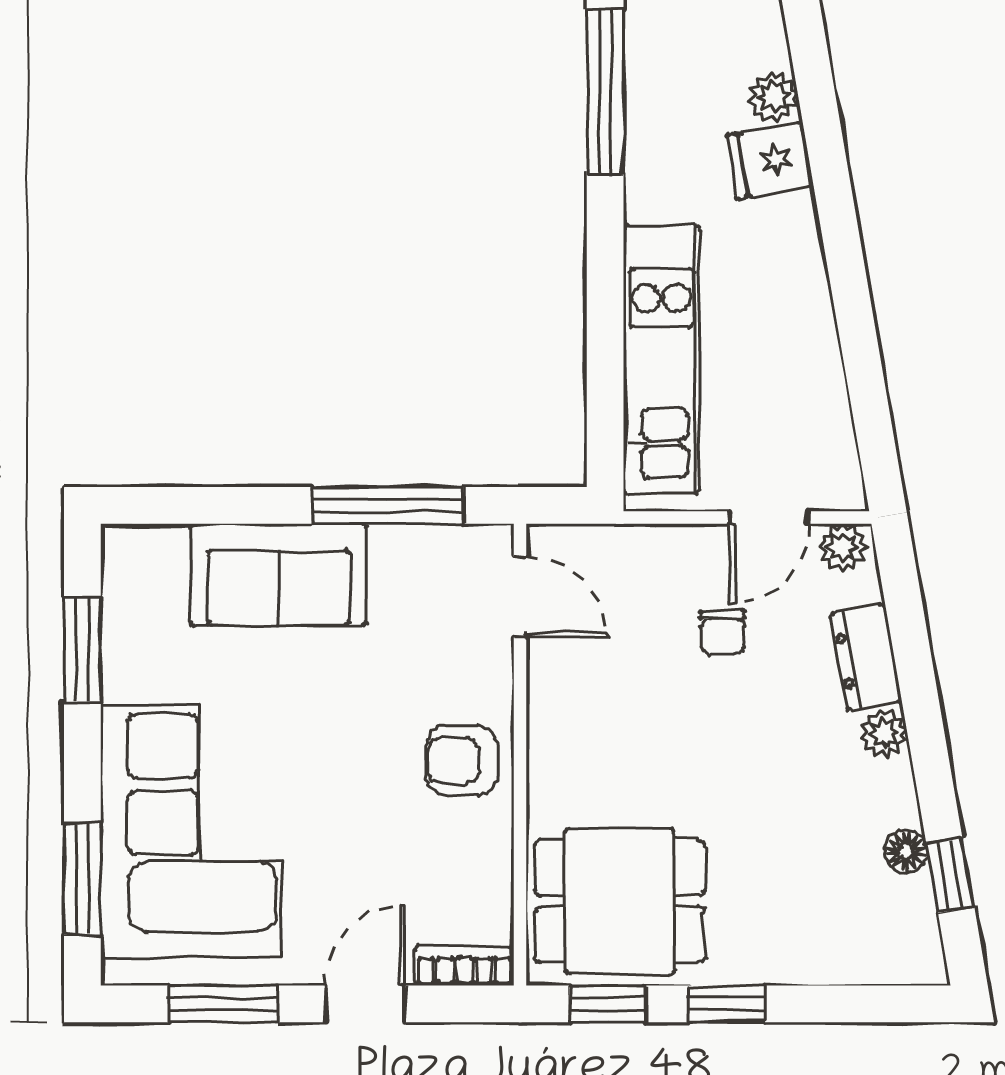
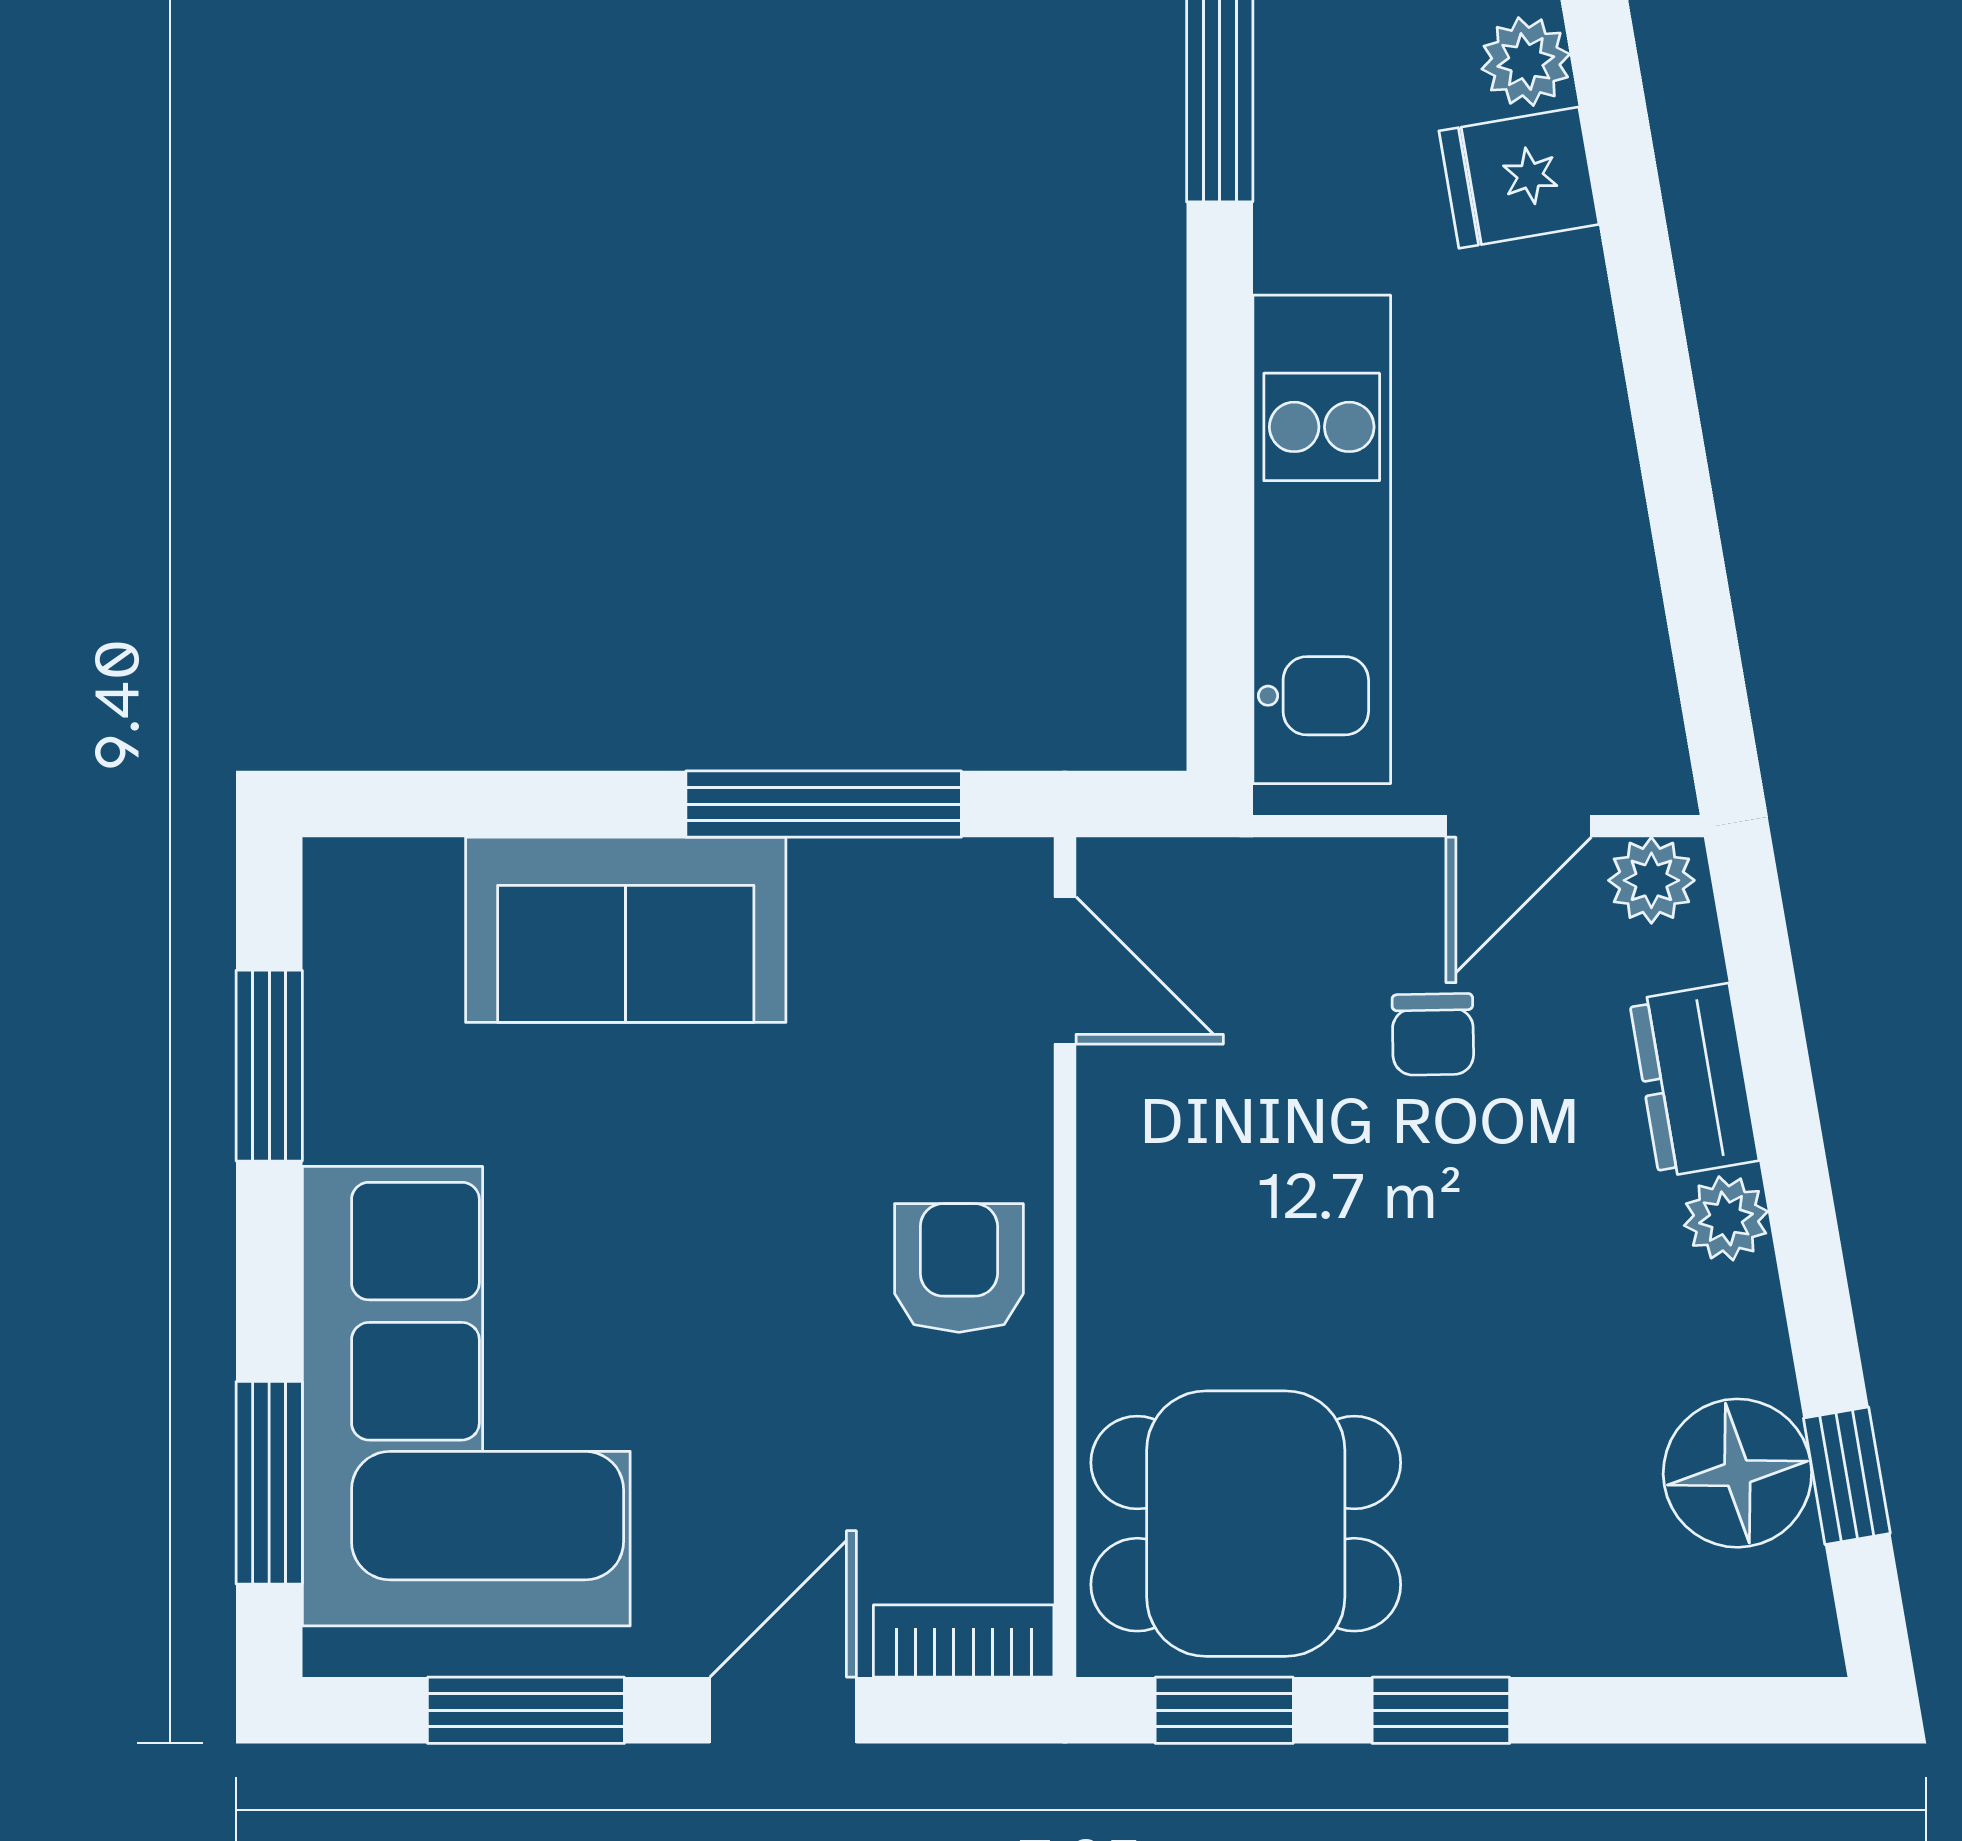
armchair: (462, 761) -> (959, 1268), turned 90
floor lamp: (906, 851) -> (1737, 1473), width x1.89, depth x1.89

